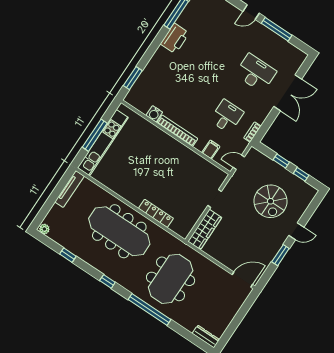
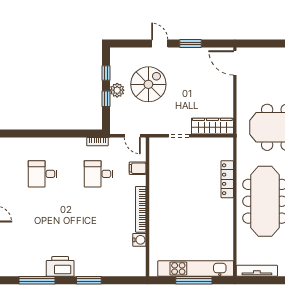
desk: (256, 73) -> (43, 174), width x0.73
window: (133, 78) -> (89, 280), moved
double door: (288, 93) -> (41, 133), removed
plant: (282, 174) -> (117, 90), added

